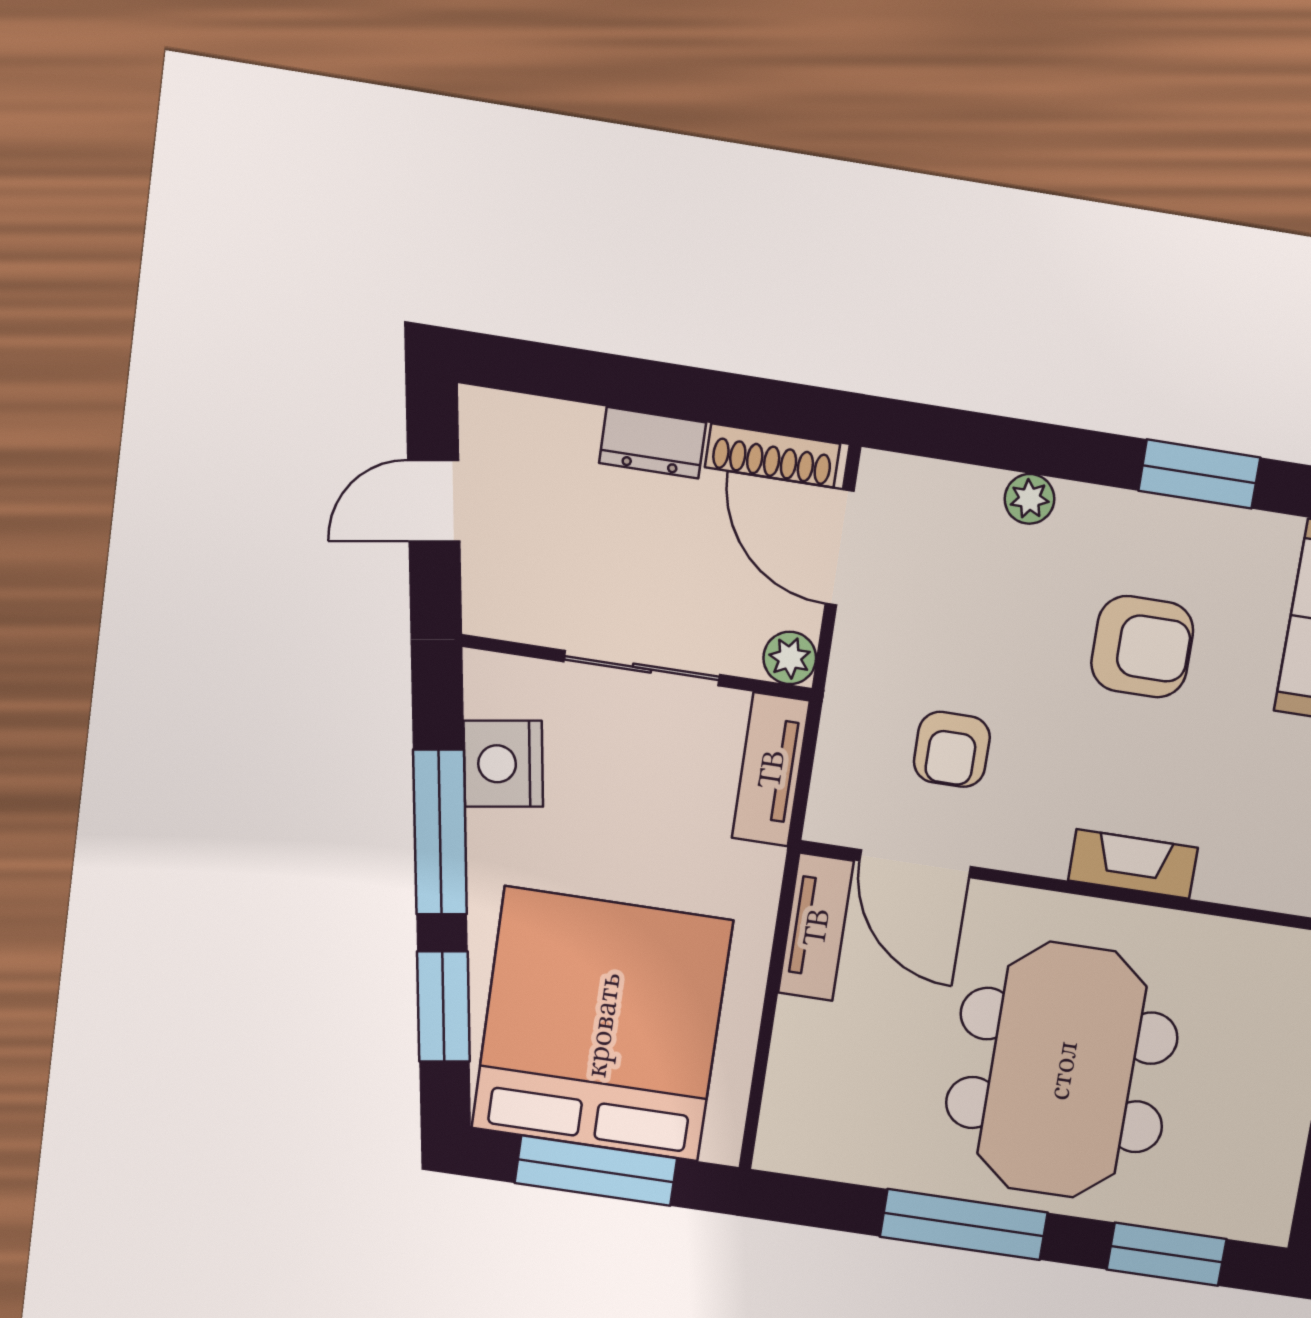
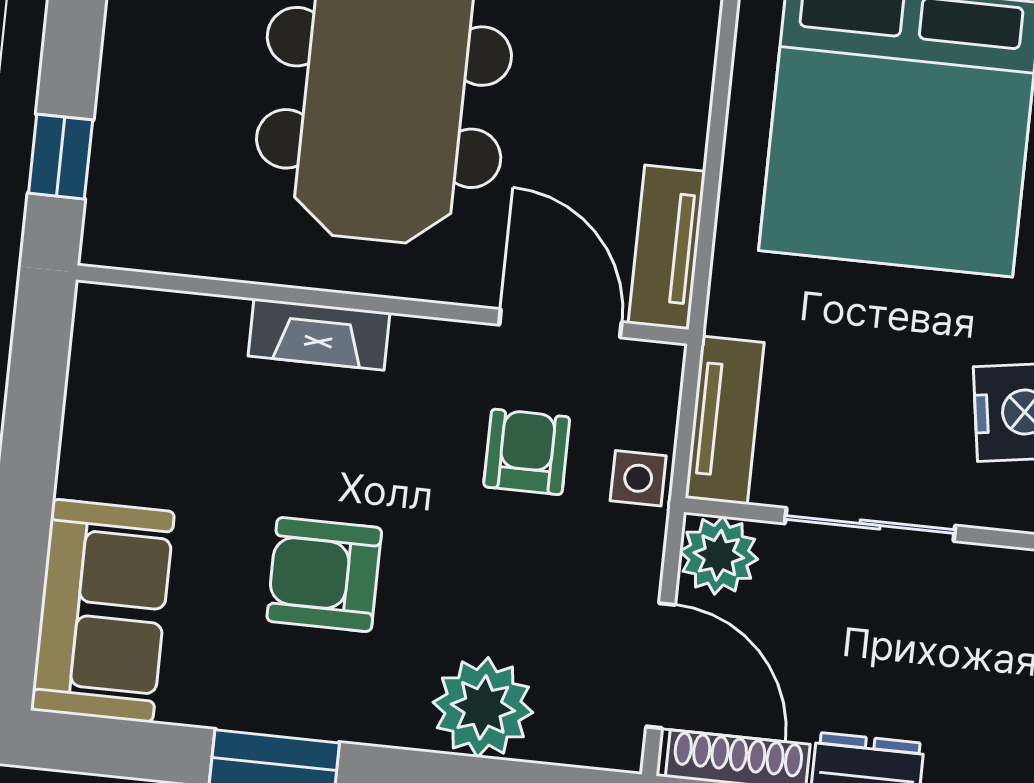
plant: (1029, 499) -> (483, 707), width x1.88, depth x1.88
plant: (790, 658) -> (719, 555), width x1.38, depth x1.38
side table: (852, 721) -> (638, 478), added

